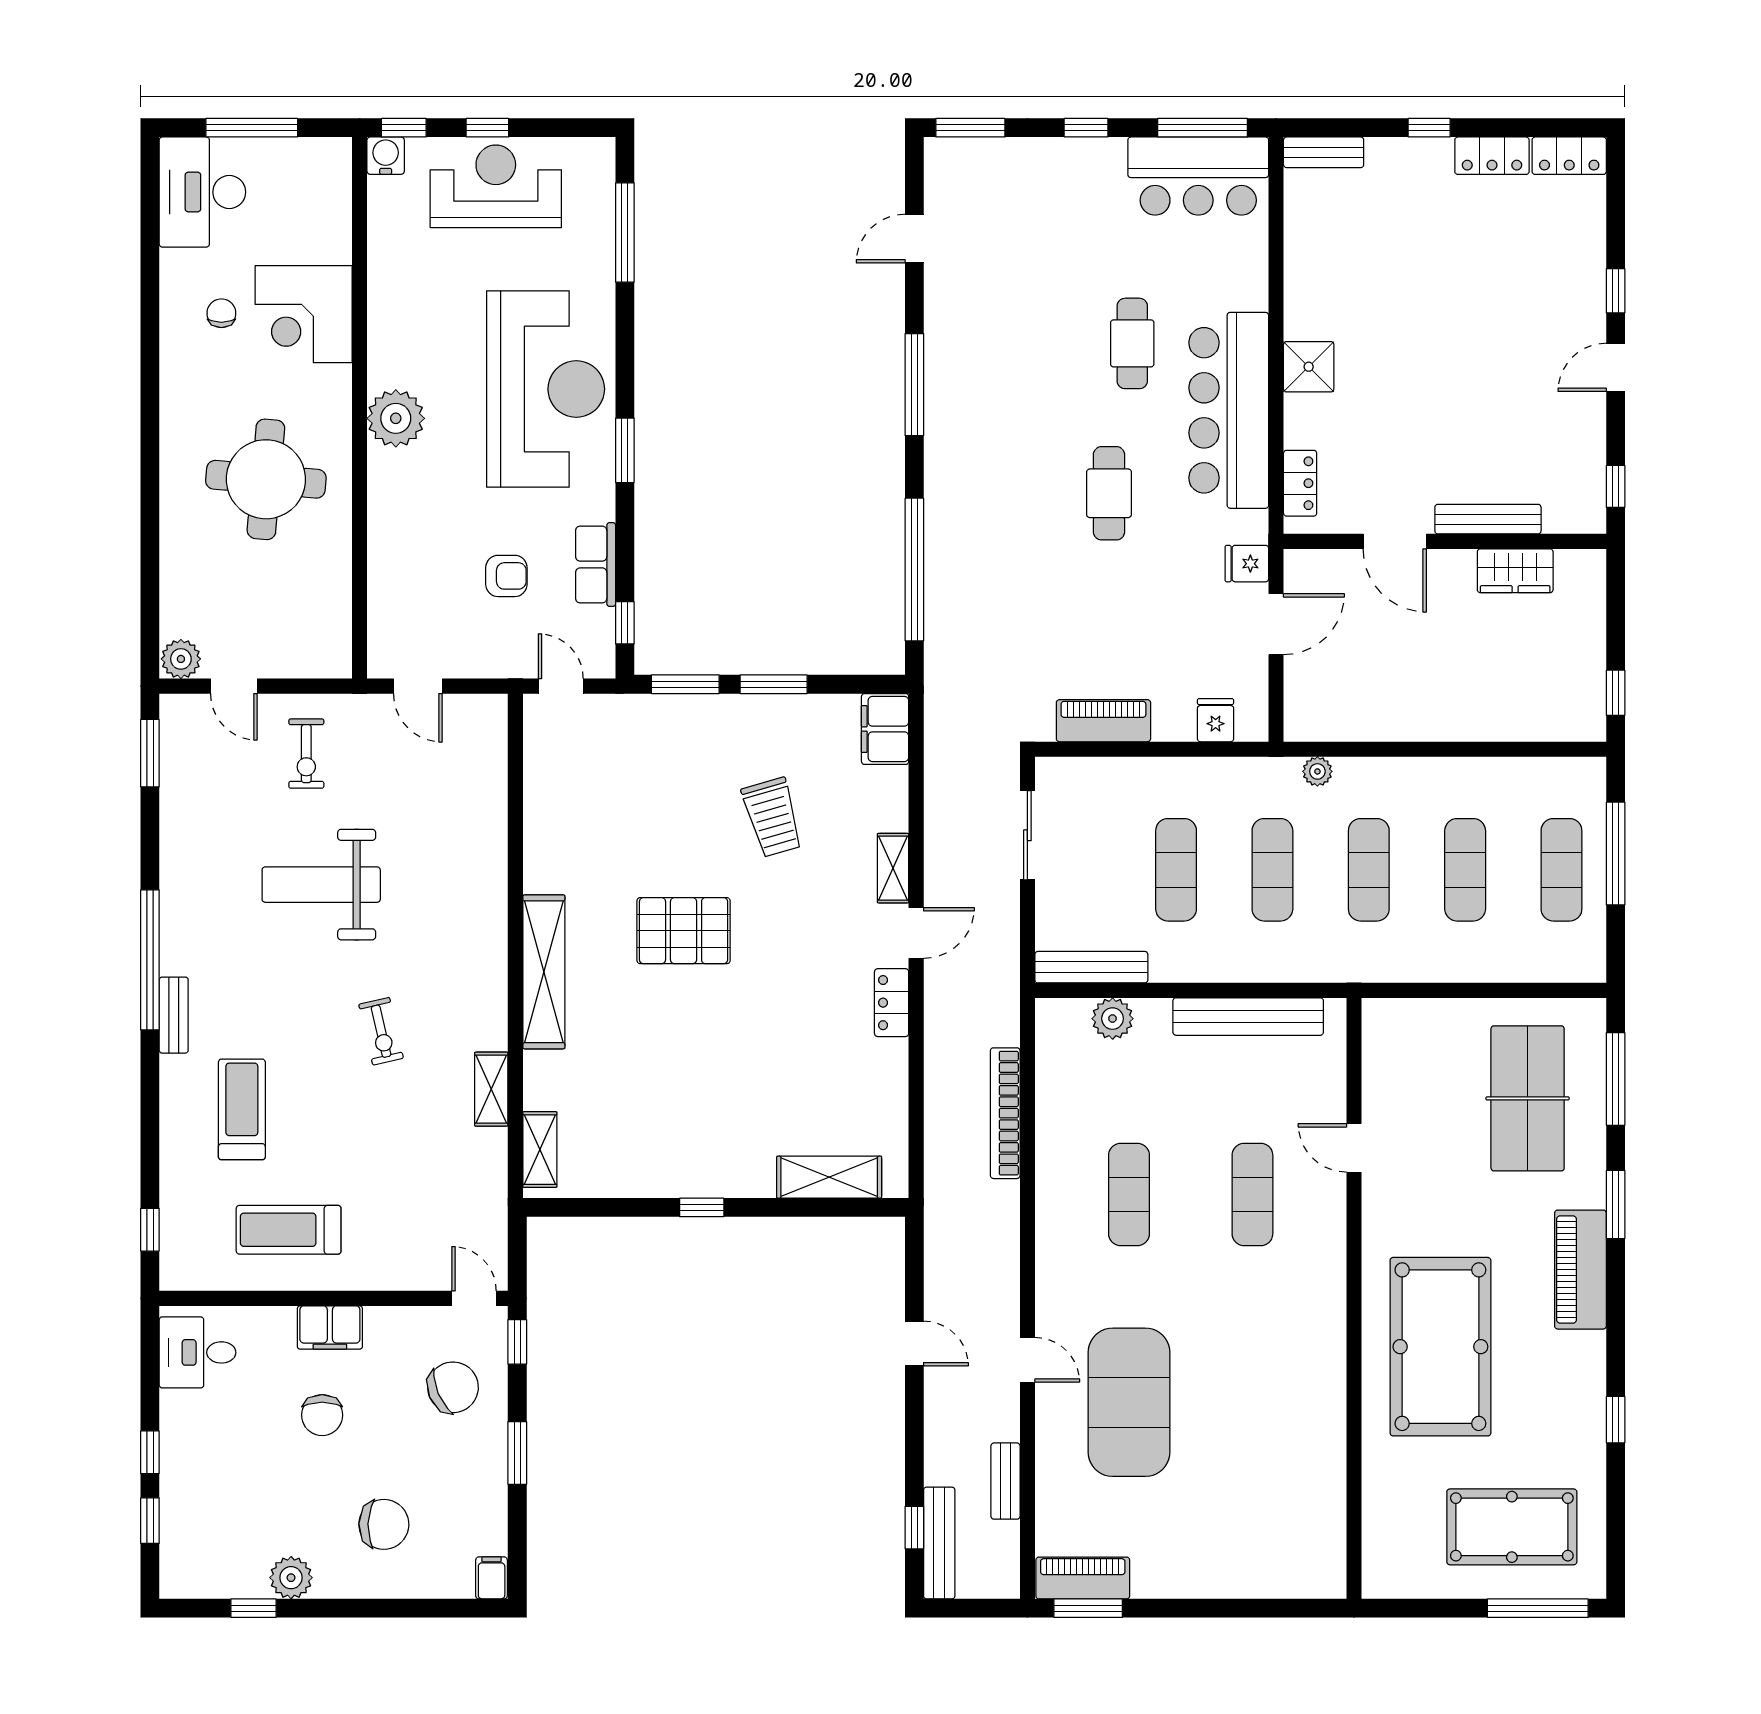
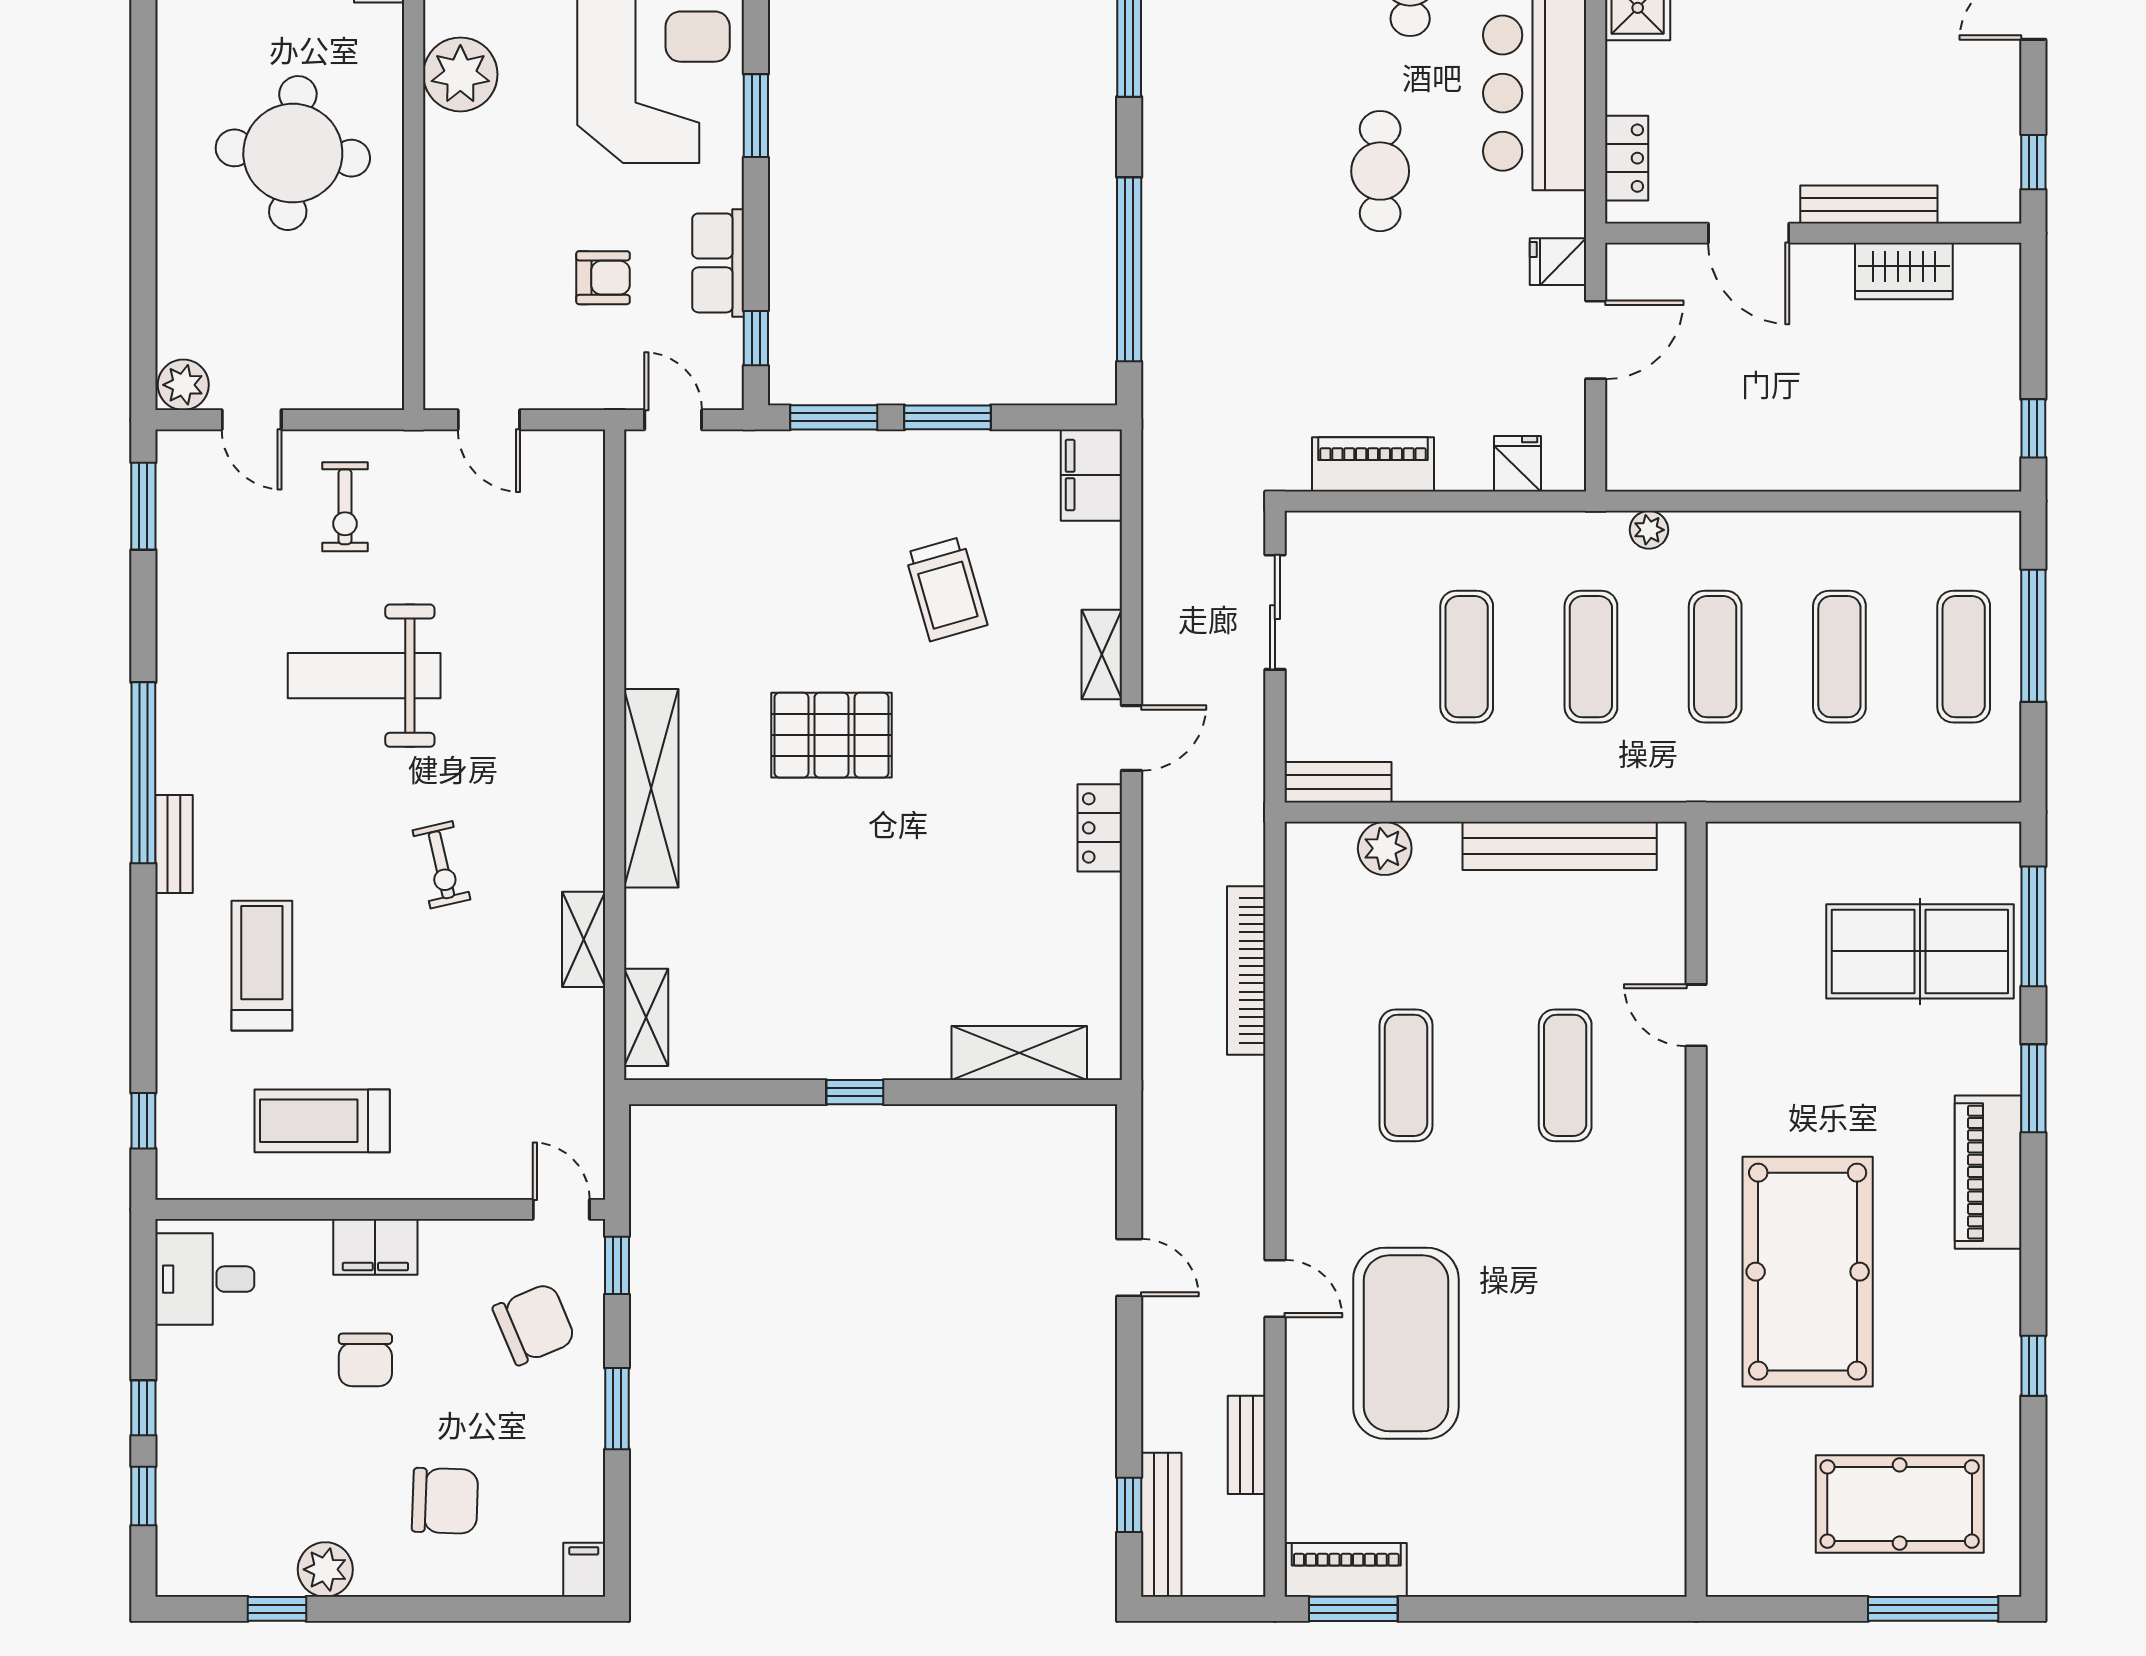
bench: (1091, 967) -> (1338, 782), width x0.73
table tennis table: (1528, 1098) -> (1920, 951), turned 90

